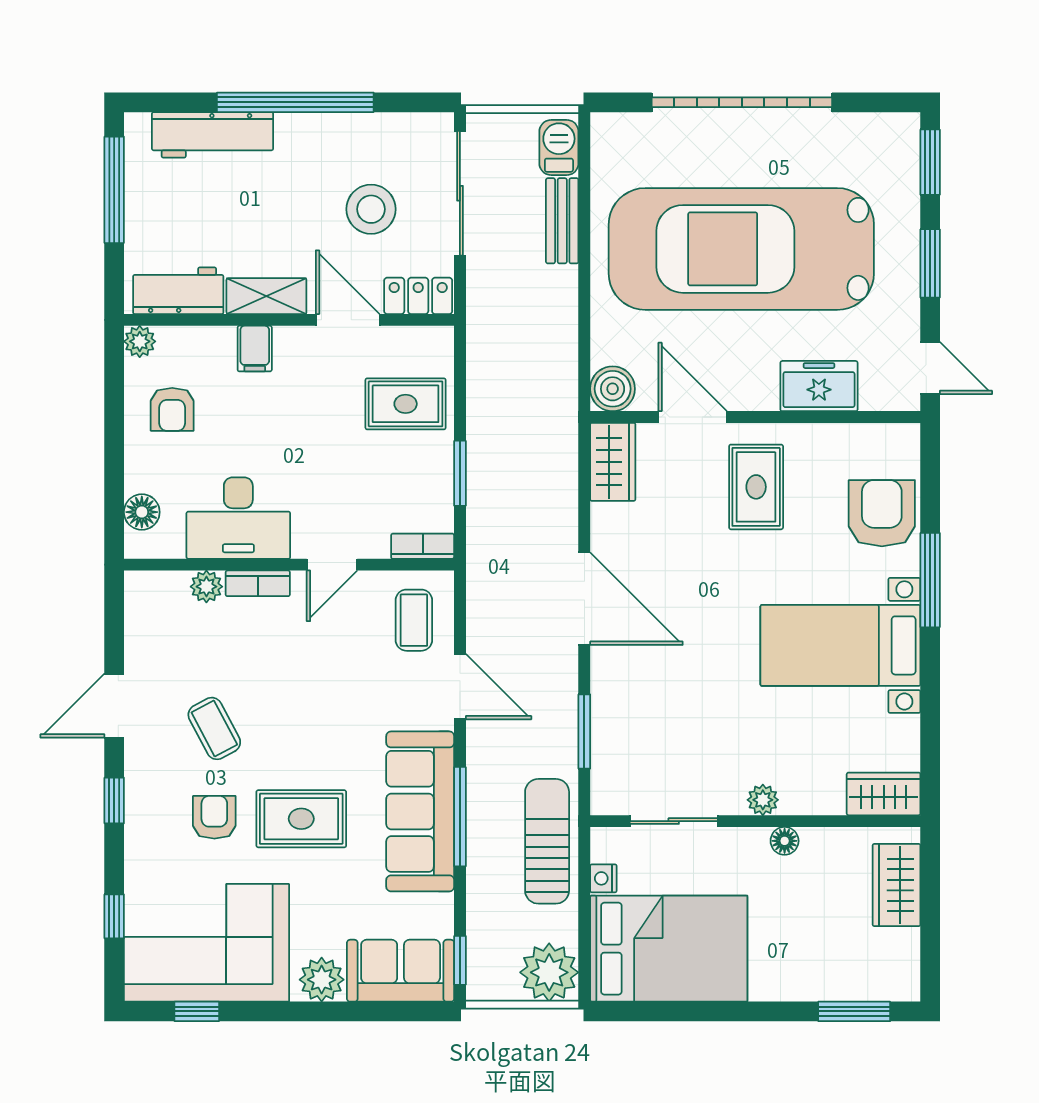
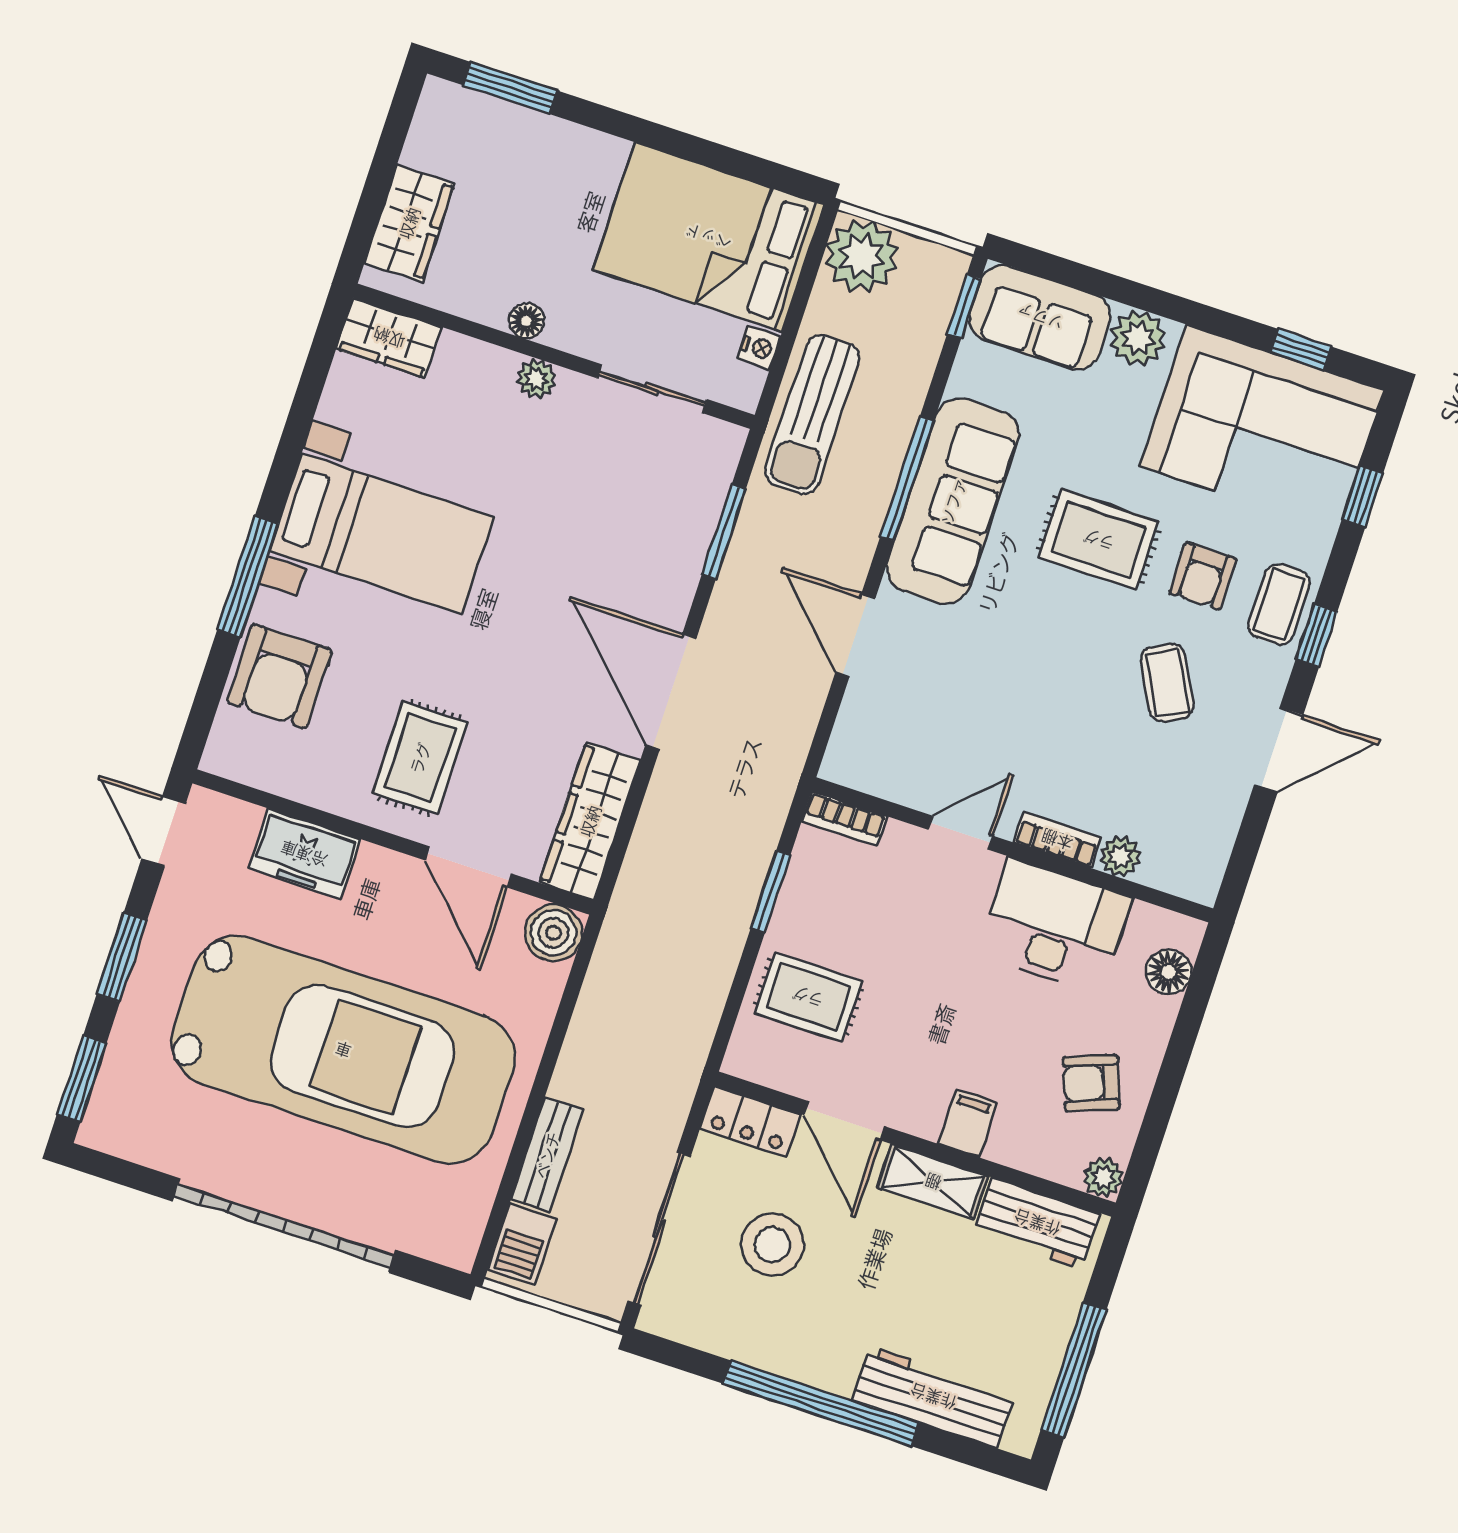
armchair: (172, 409) -> (1091, 1083), turned -111
wardrobe: (613, 462) -> (590, 821), width x1.50
coffee table: (414, 620) -> (1279, 604), moved

